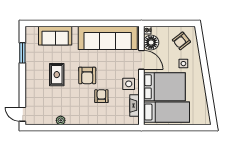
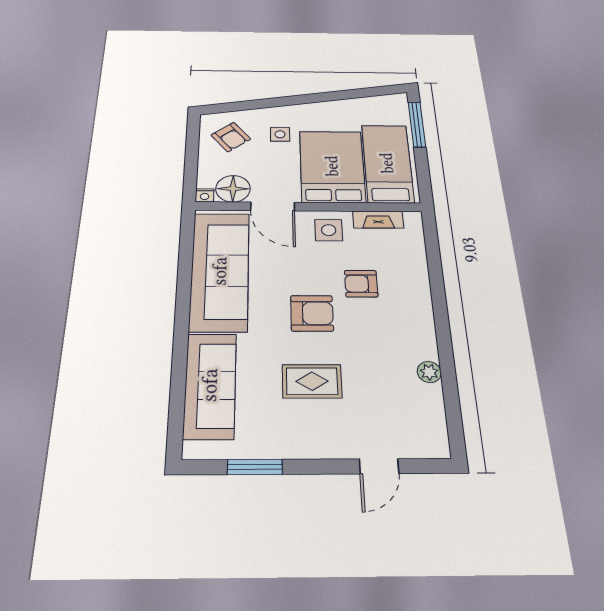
sofa: (55, 36) -> (210, 385), width x1.36
door: (141, 60) -> (273, 206), swing flipped
door: (22, 114) -> (379, 466), moved
window: (190, 128) -> (417, 124), added

